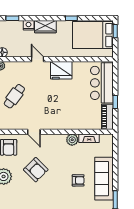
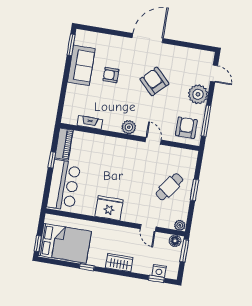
nightstand: (29, 25) -> (159, 271), moved
door: (38, 59) -> (148, 228), moved
plant: (72, 140) -> (129, 127), moved
armchair: (36, 170) -> (154, 81), moved
sofa: (104, 179) -> (81, 65), width x0.73

